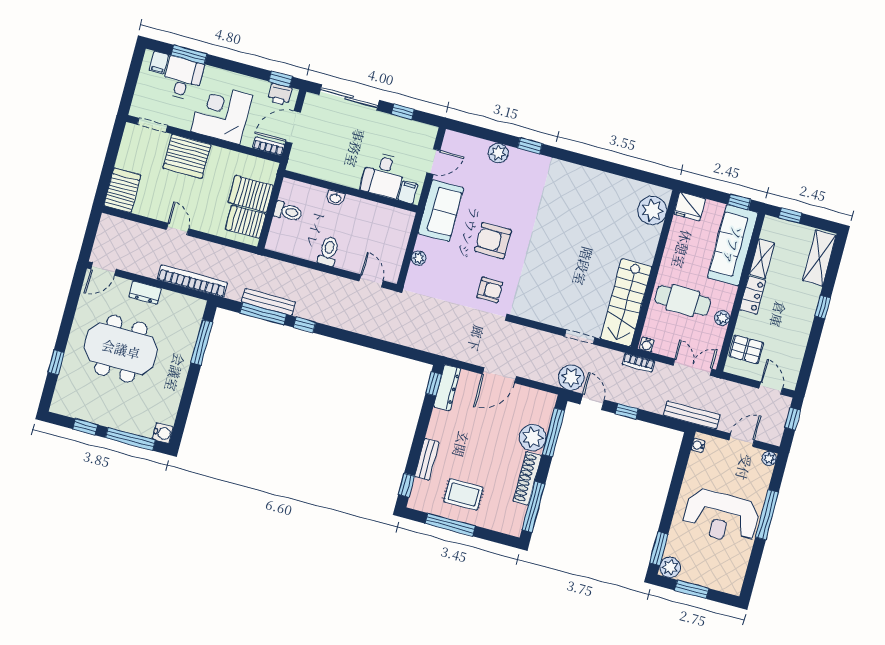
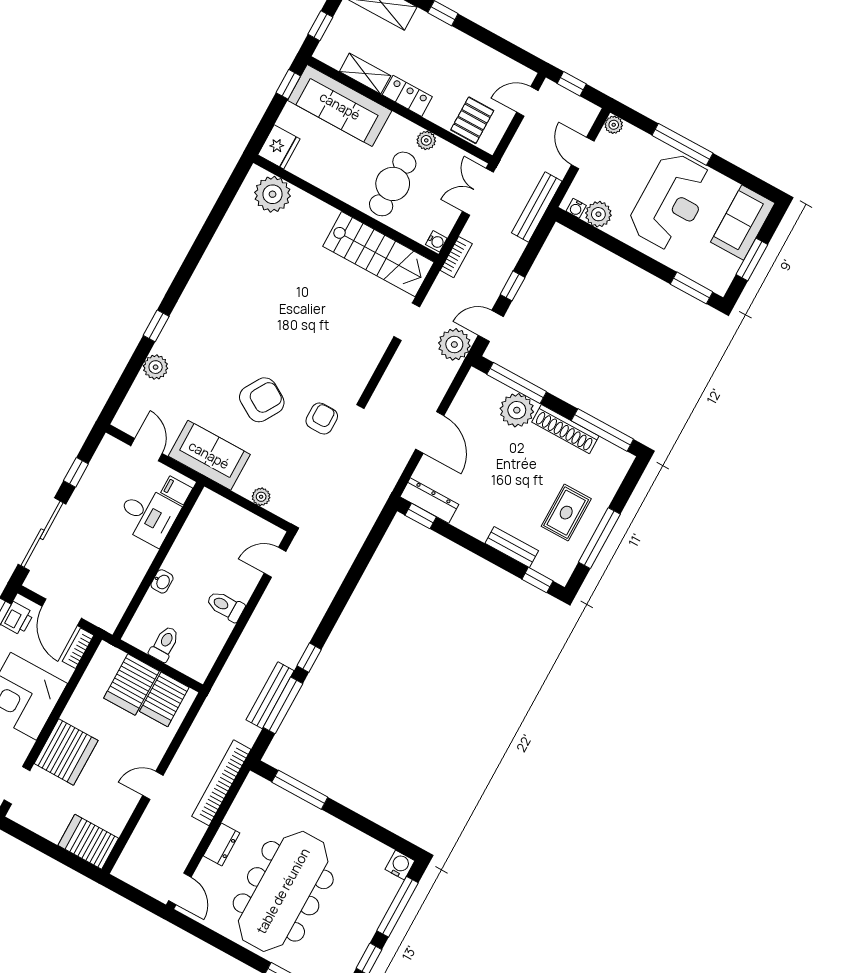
armchair: (493, 241) -> (262, 400), turned -149
meeting table: (121, 349) -> (283, 891), width x1.36
plant: (670, 567) -> (598, 214), moved
sofa: (718, 575) -> (743, 222), added

